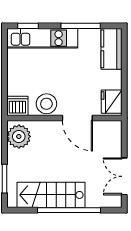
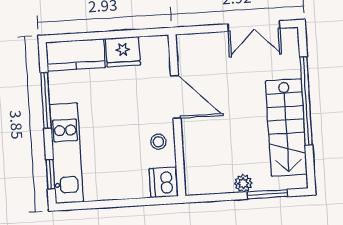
fridge: (112, 102) -> (123, 52), moved
stool: (46, 104) -> (158, 142), width x0.53, depth x0.53
door: (77, 118) -> (176, 97), hinge flipped
plant: (19, 136) -> (243, 183), moved, width x0.53, depth x0.53

